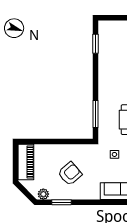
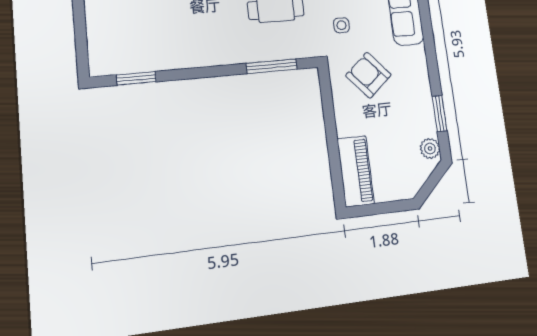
piano: (26, 162) -> (356, 171), moved, turned 90
armchair: (70, 174) -> (368, 75), moved

